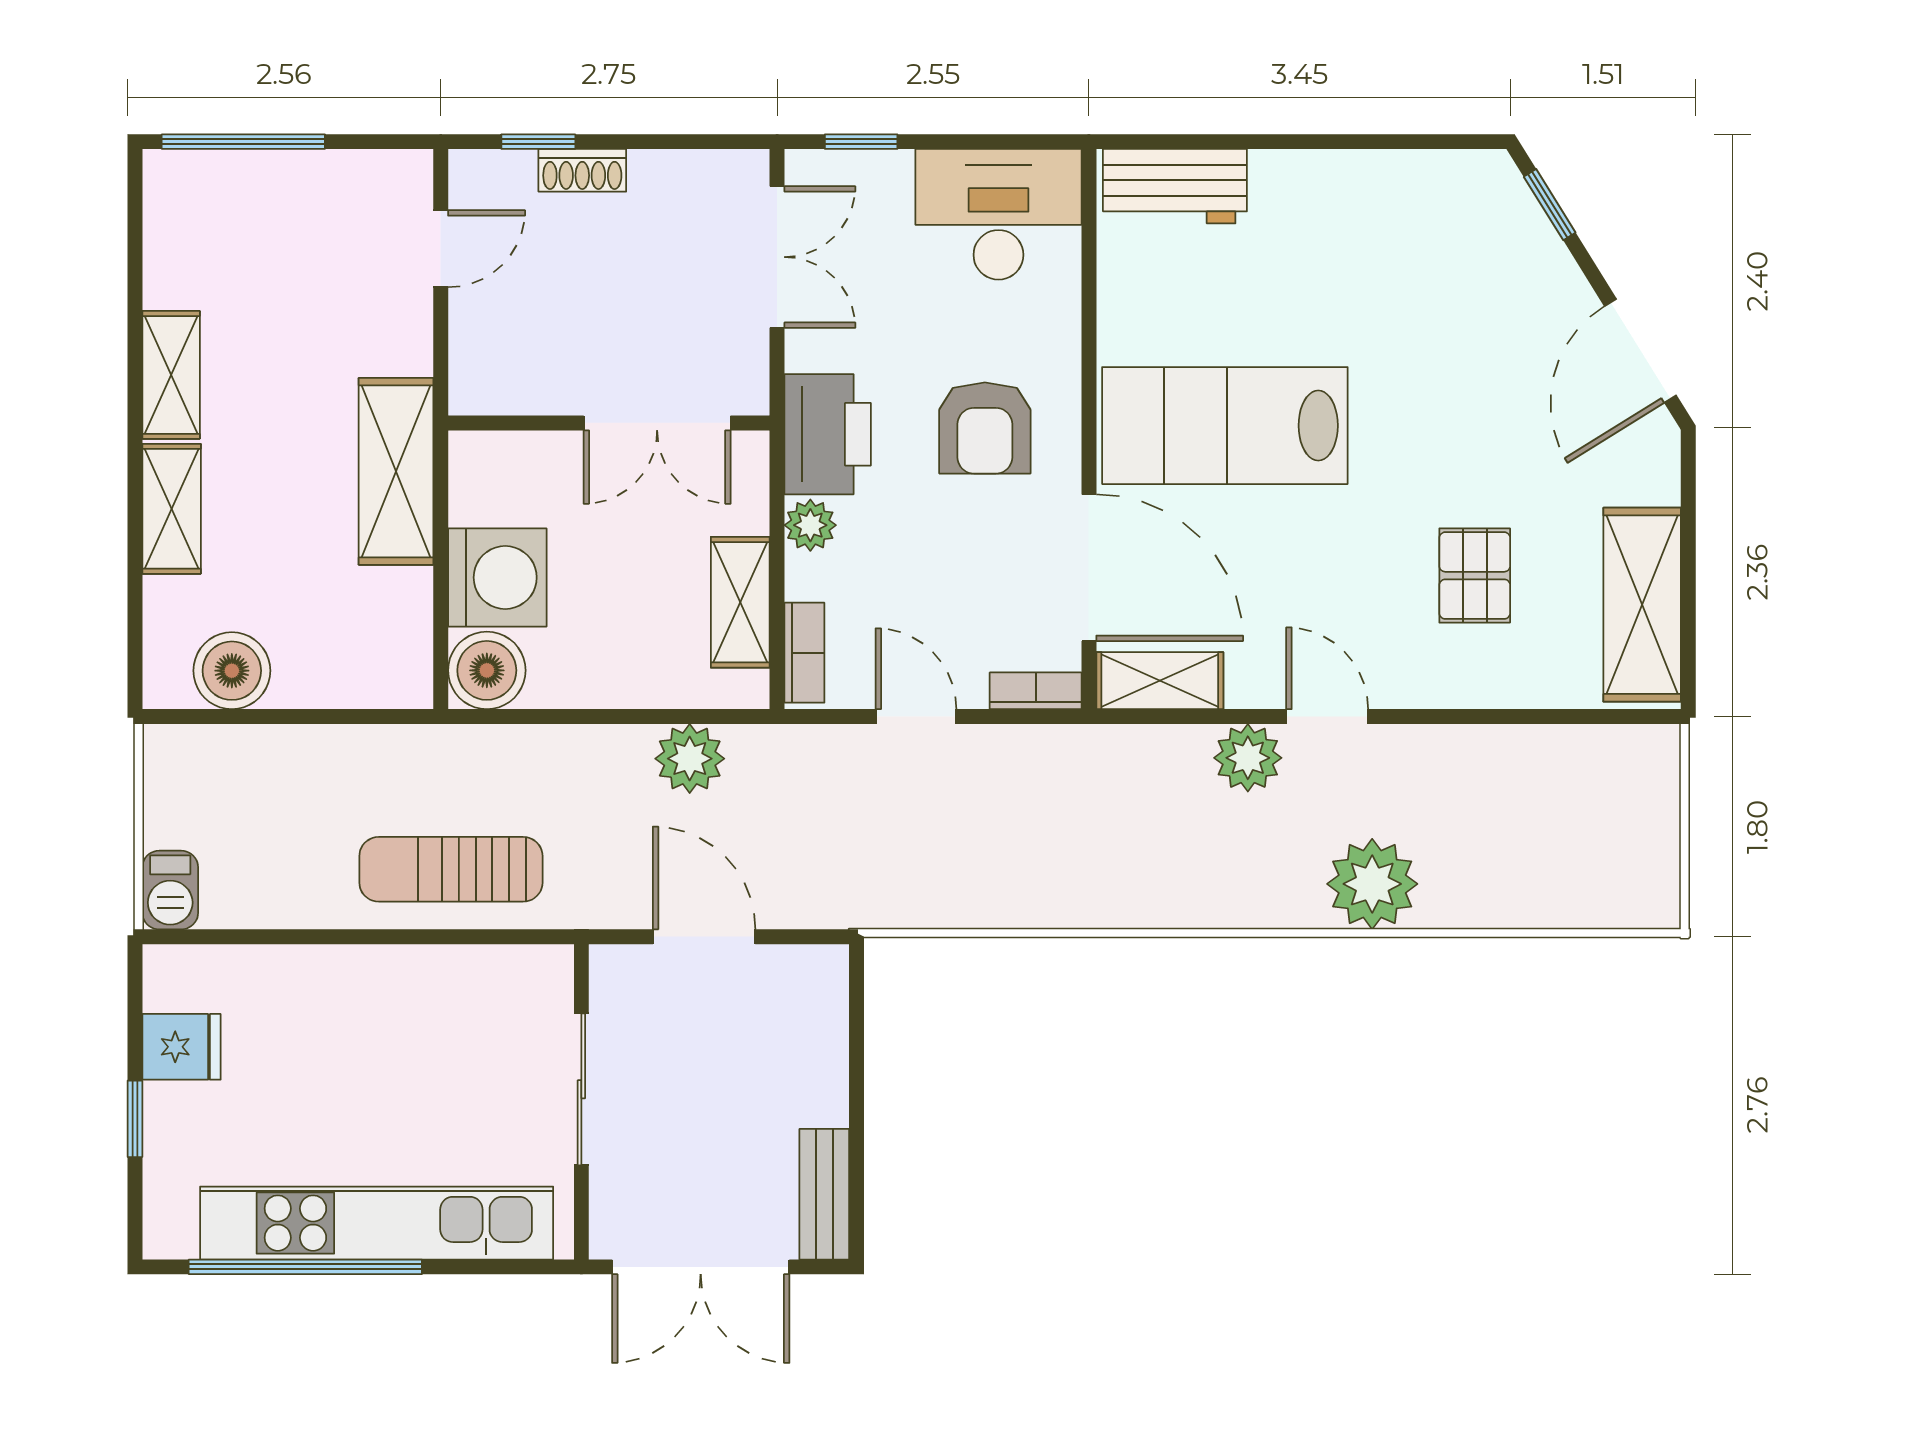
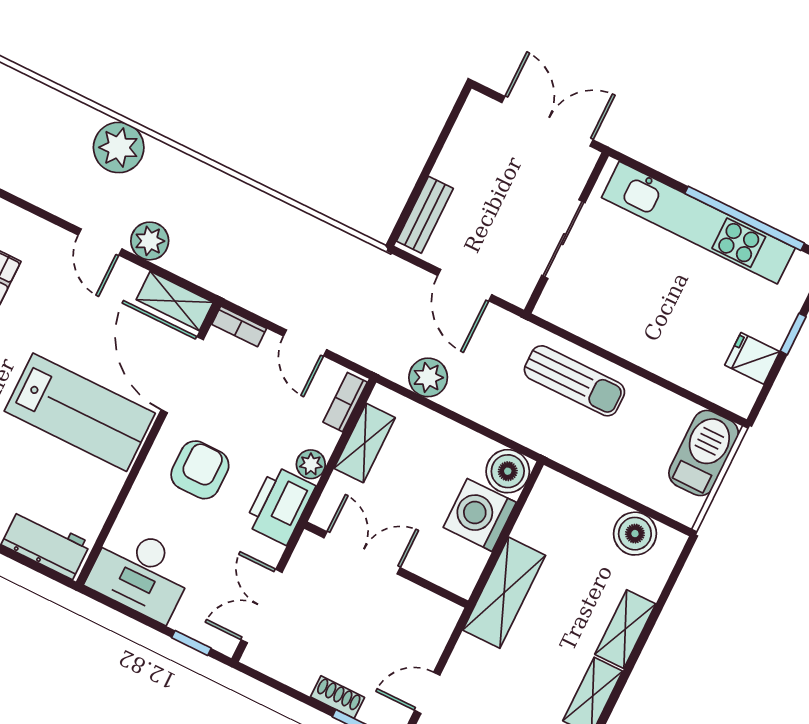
barbecue: (170, 890) -> (704, 453), width x1.88, depth x1.53
bench: (824, 1194) -> (425, 215), moved

